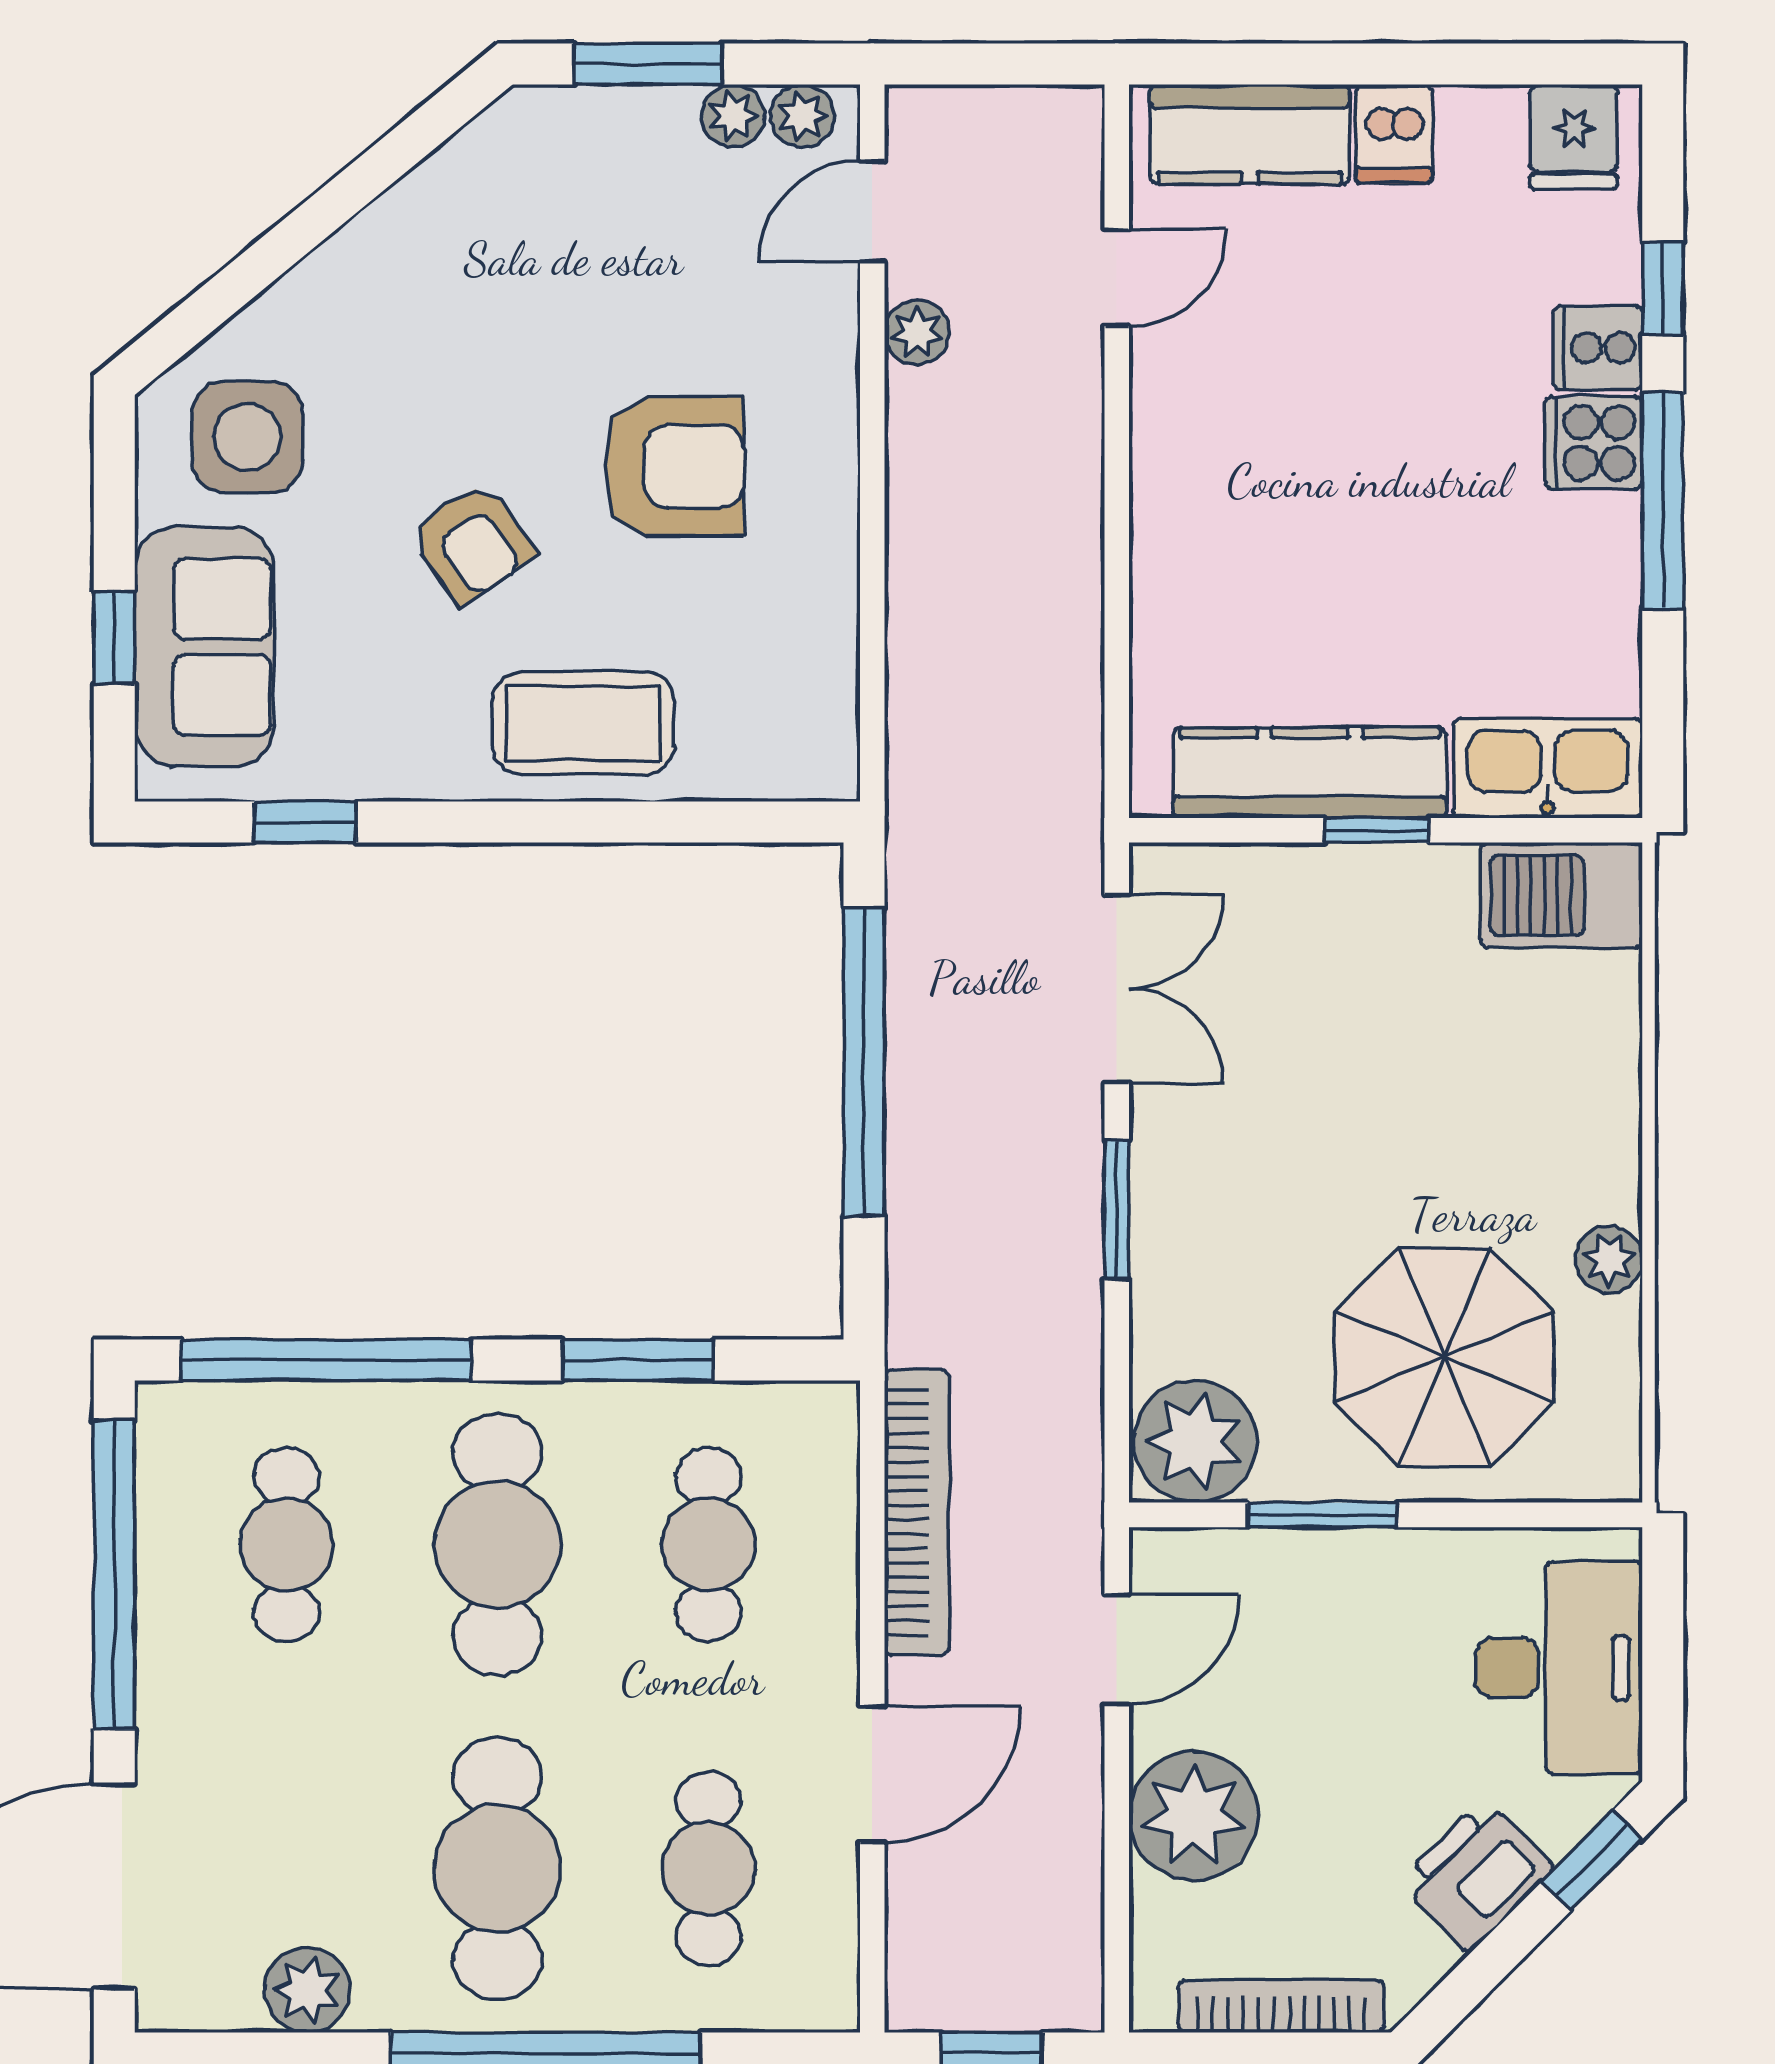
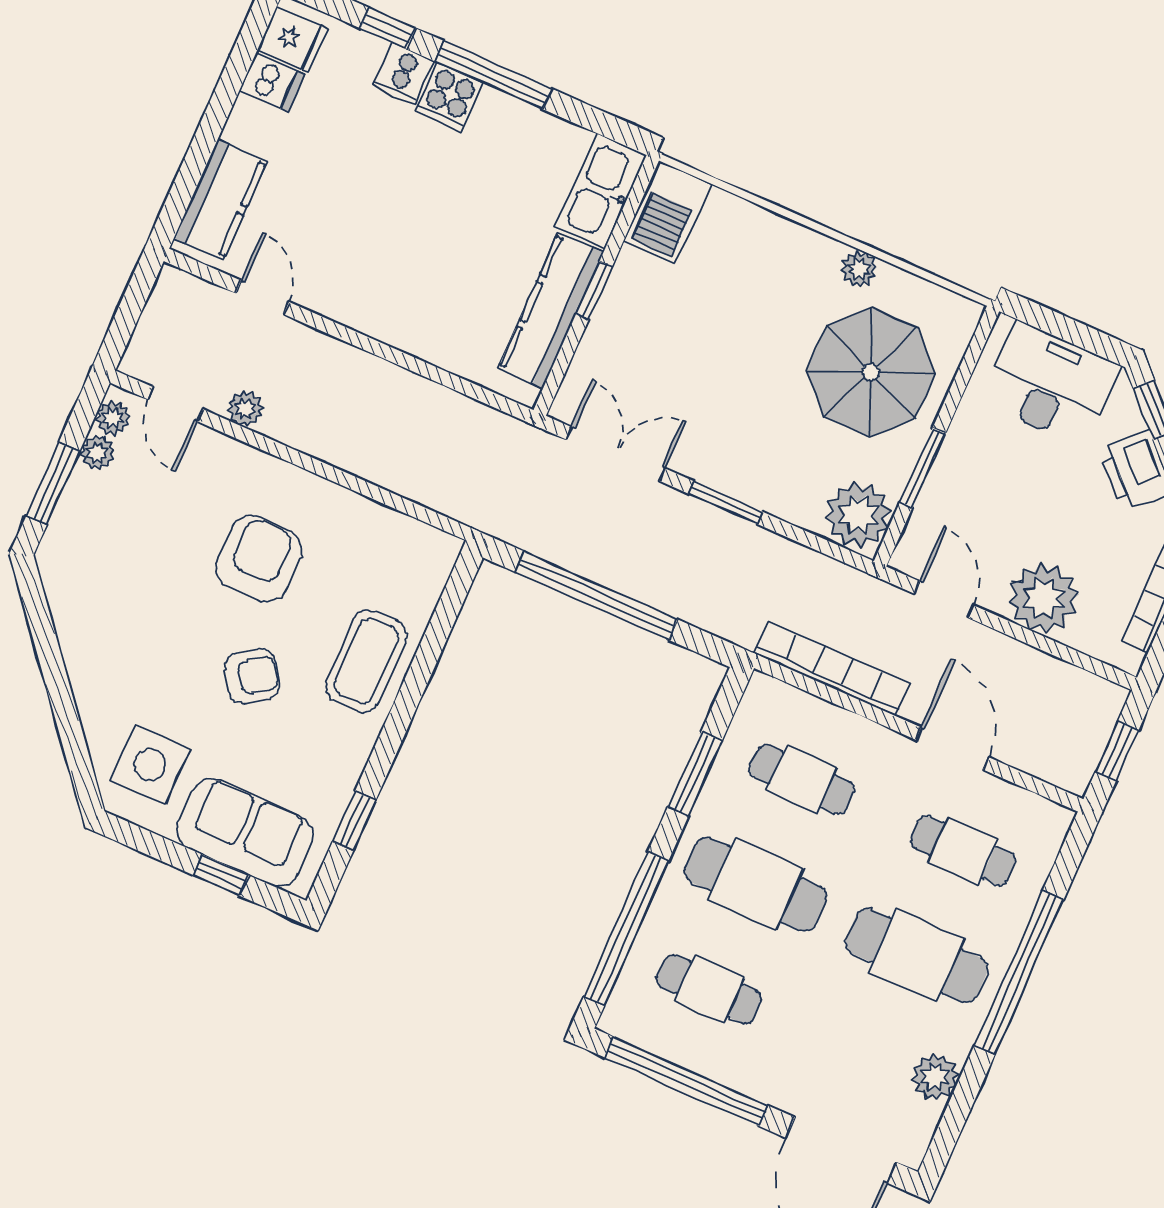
dishwasher: (1394, 134) -> (272, 83), moved

